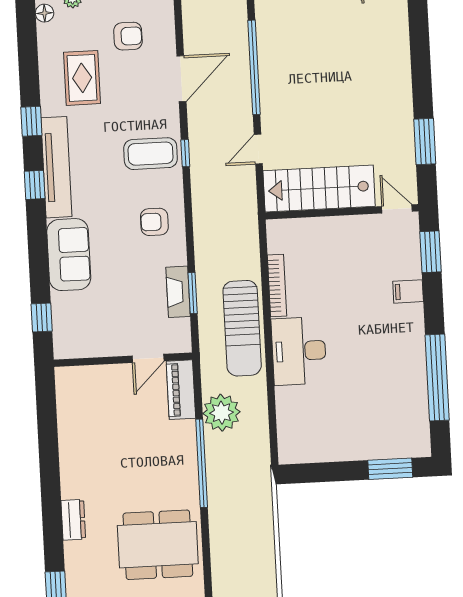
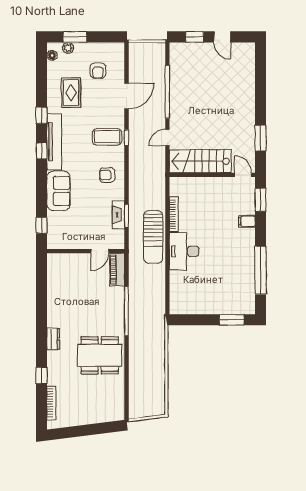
armchair: (128, 36) -> (98, 71), turned 90
plant: (221, 413) -> (139, 283), removed

